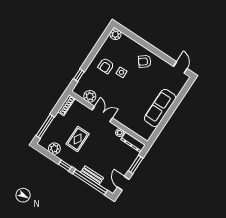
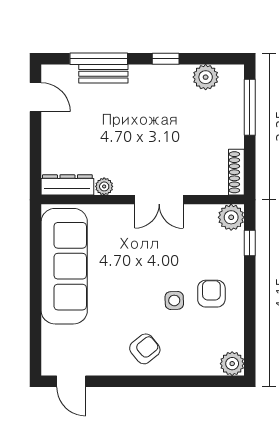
plant: (90, 96) -> (231, 217), moved
sofa: (160, 108) -> (64, 266), width x1.36, depth x1.27
rug: (78, 139) -> (174, 123), removed
window: (136, 164) -> (36, 147), removed
window: (90, 182) -> (99, 59), width x0.68

